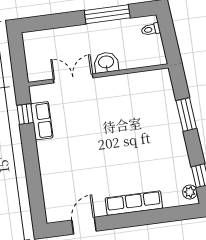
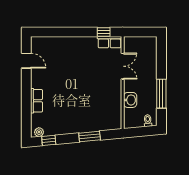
washbasin: (106, 62) -> (130, 100), moved
row of seats: (42, 121) -> (109, 42), moved
row of seats: (134, 203) -> (37, 101), width x0.68

